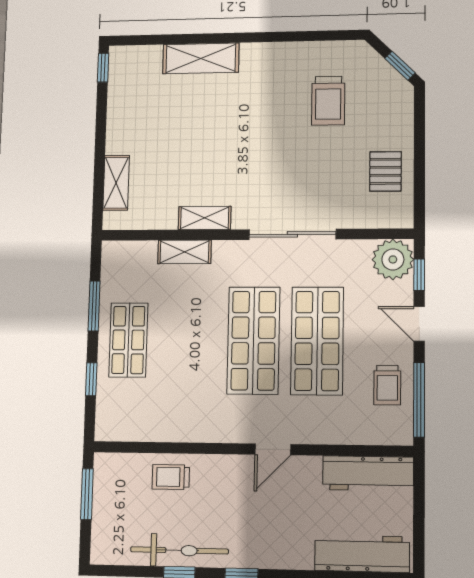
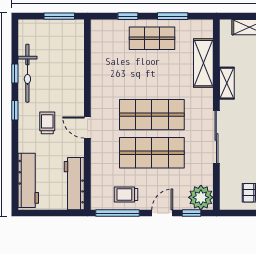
shelving: (184, 252) -> (203, 63), width x1.50, depth x1.33
trolley: (171, 477) -> (47, 123), moved

